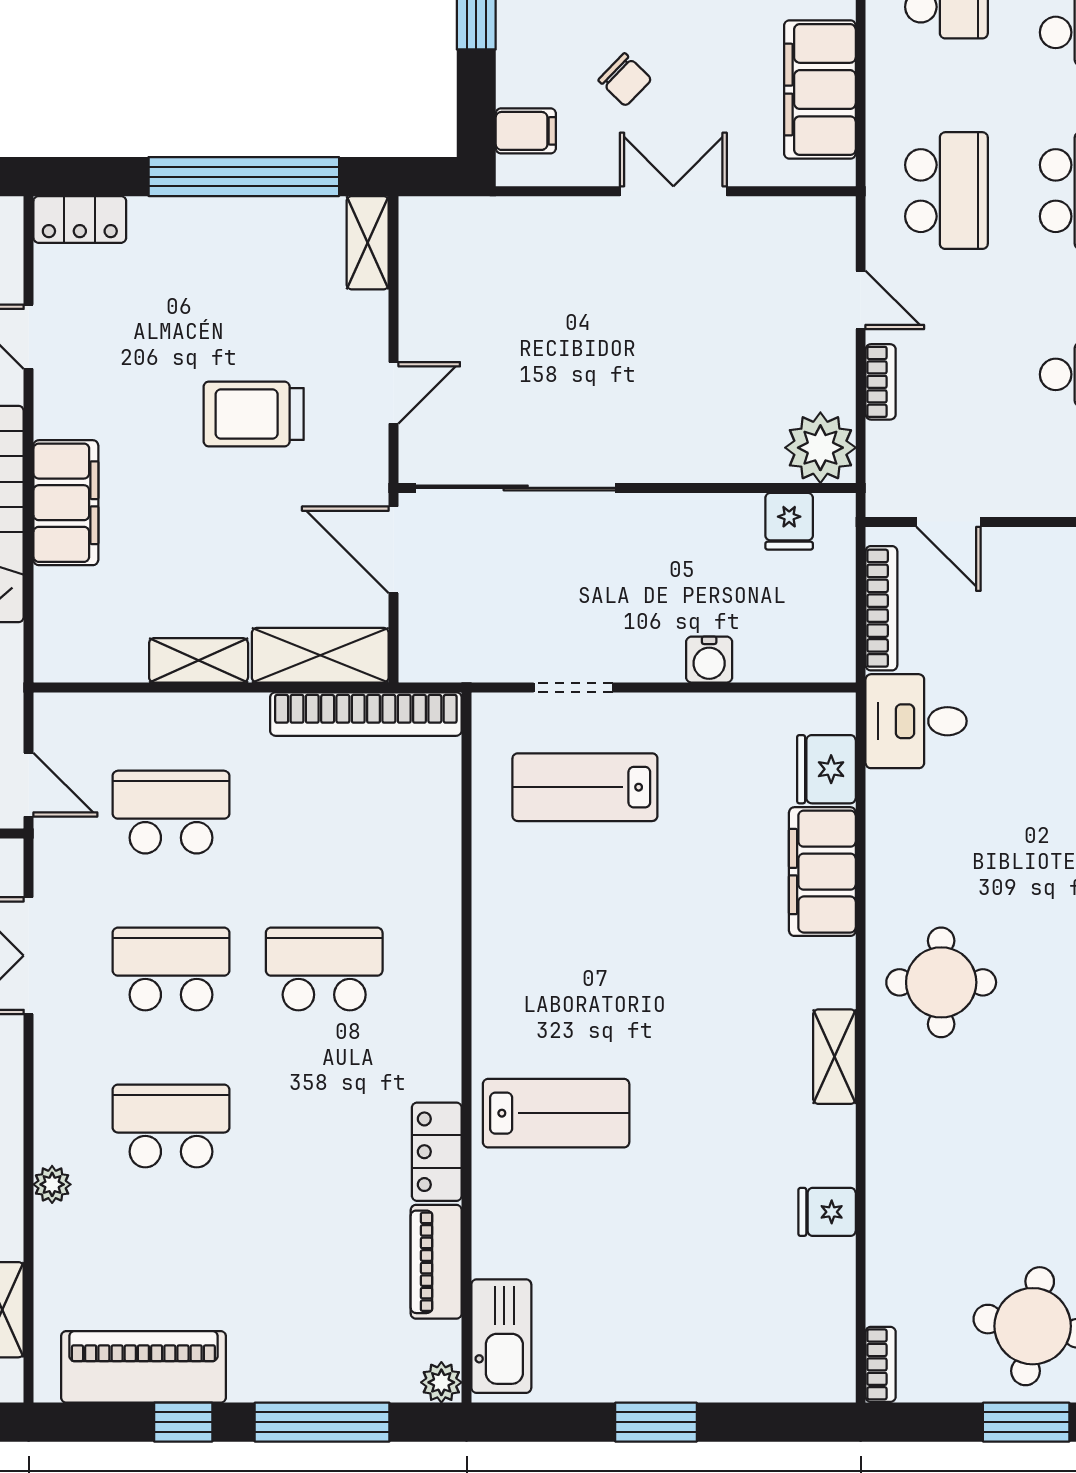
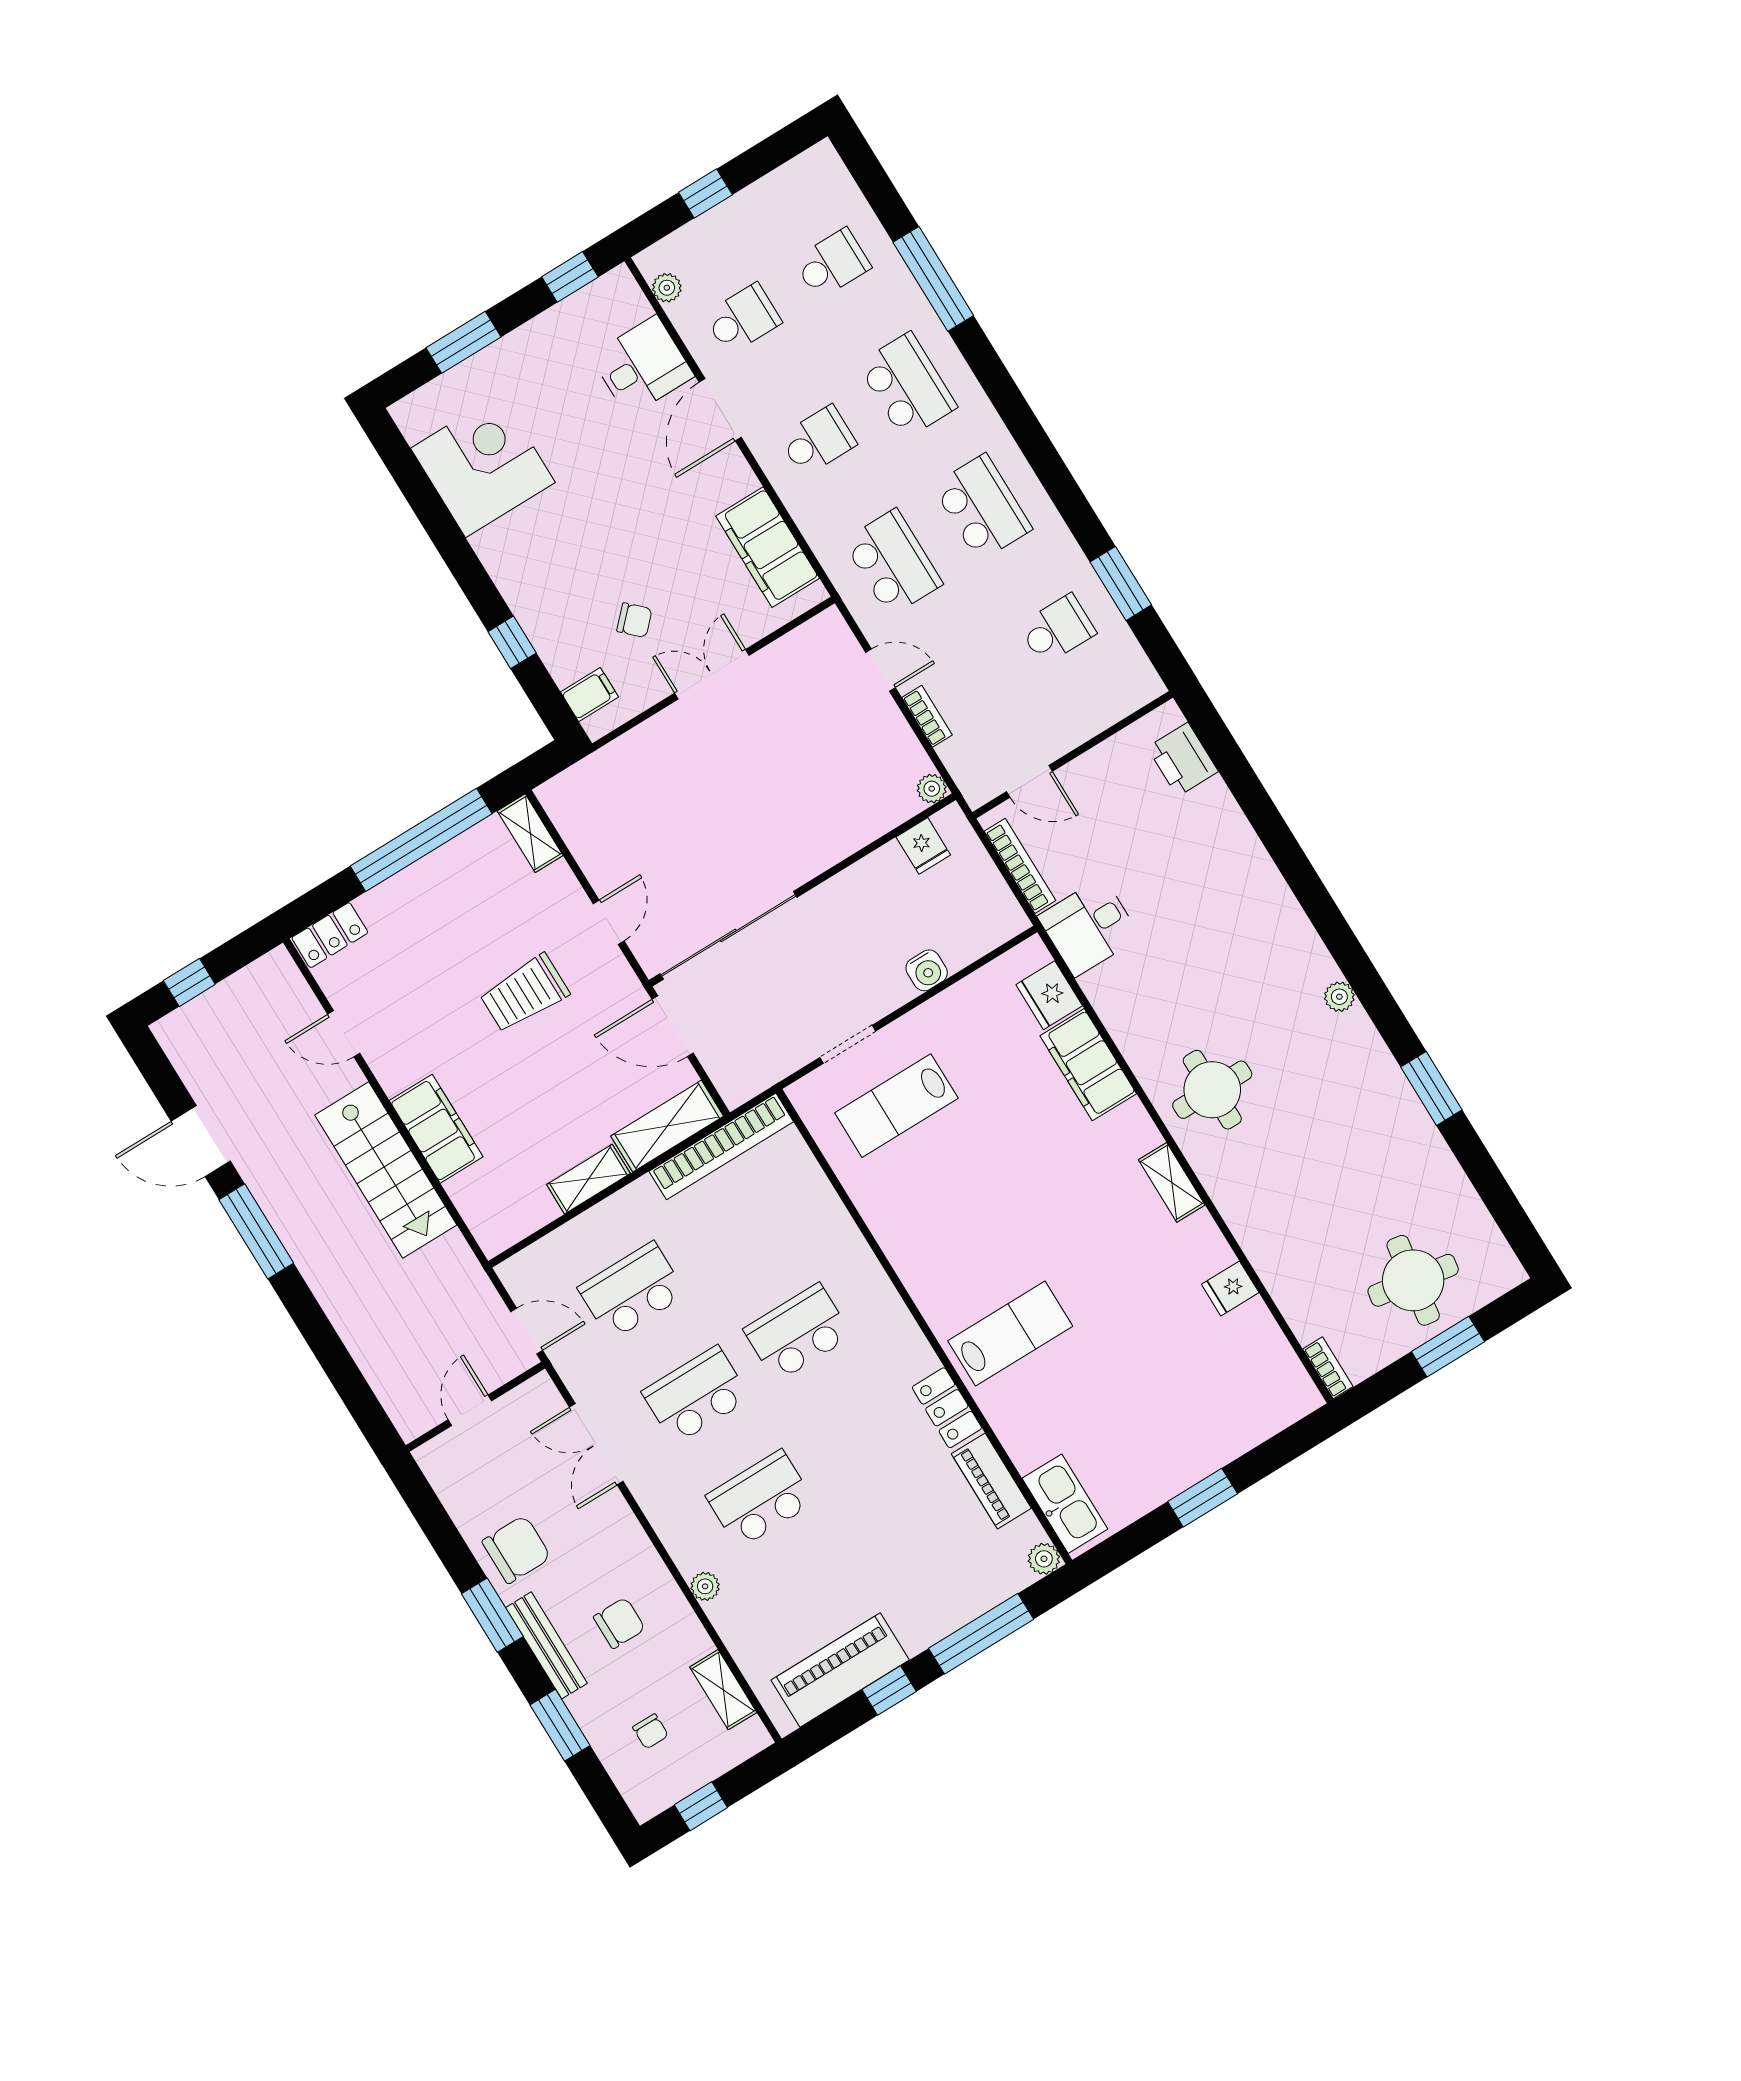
plant: (820, 448) -> (932, 789), width x0.53, depth x0.53

